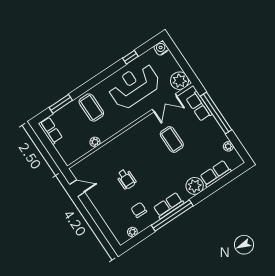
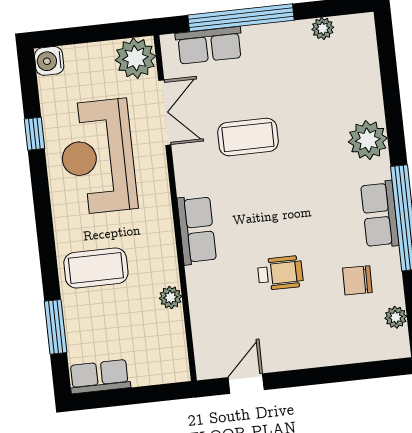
row of seats: (216, 174) -> (197, 230), moved, turned 180

